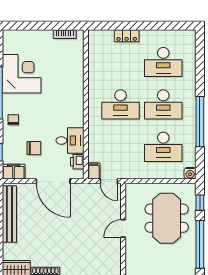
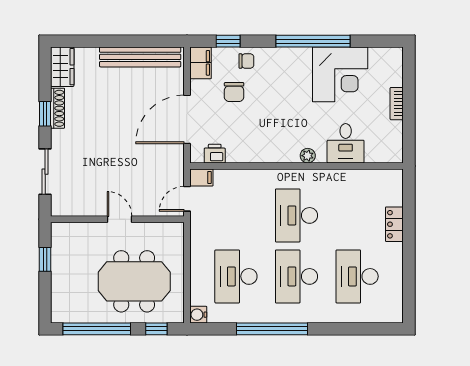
bookcase: (65, 34) -> (397, 104), moved
plant: (79, 97) -> (308, 156), added
chair: (13, 120) -> (246, 61), moved
desk: (70, 141) -> (346, 143), moved

